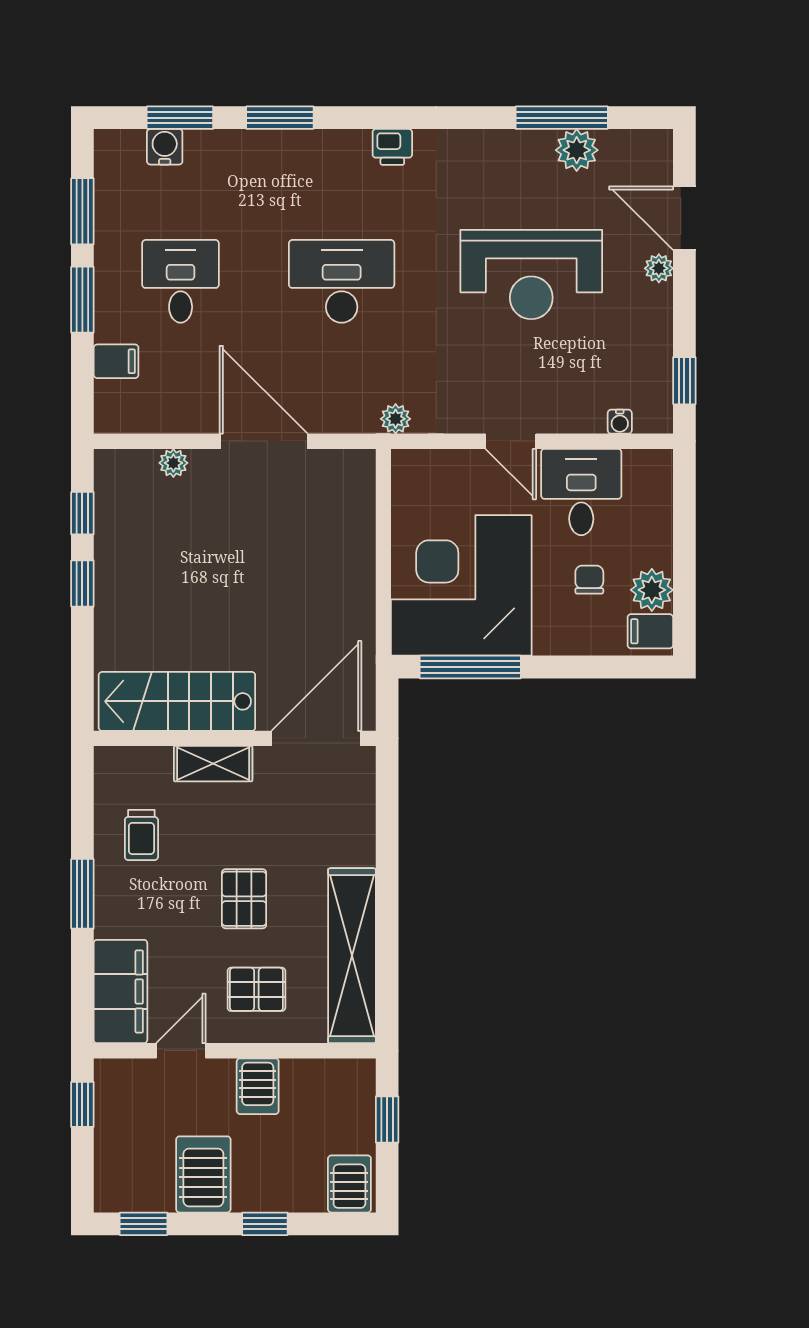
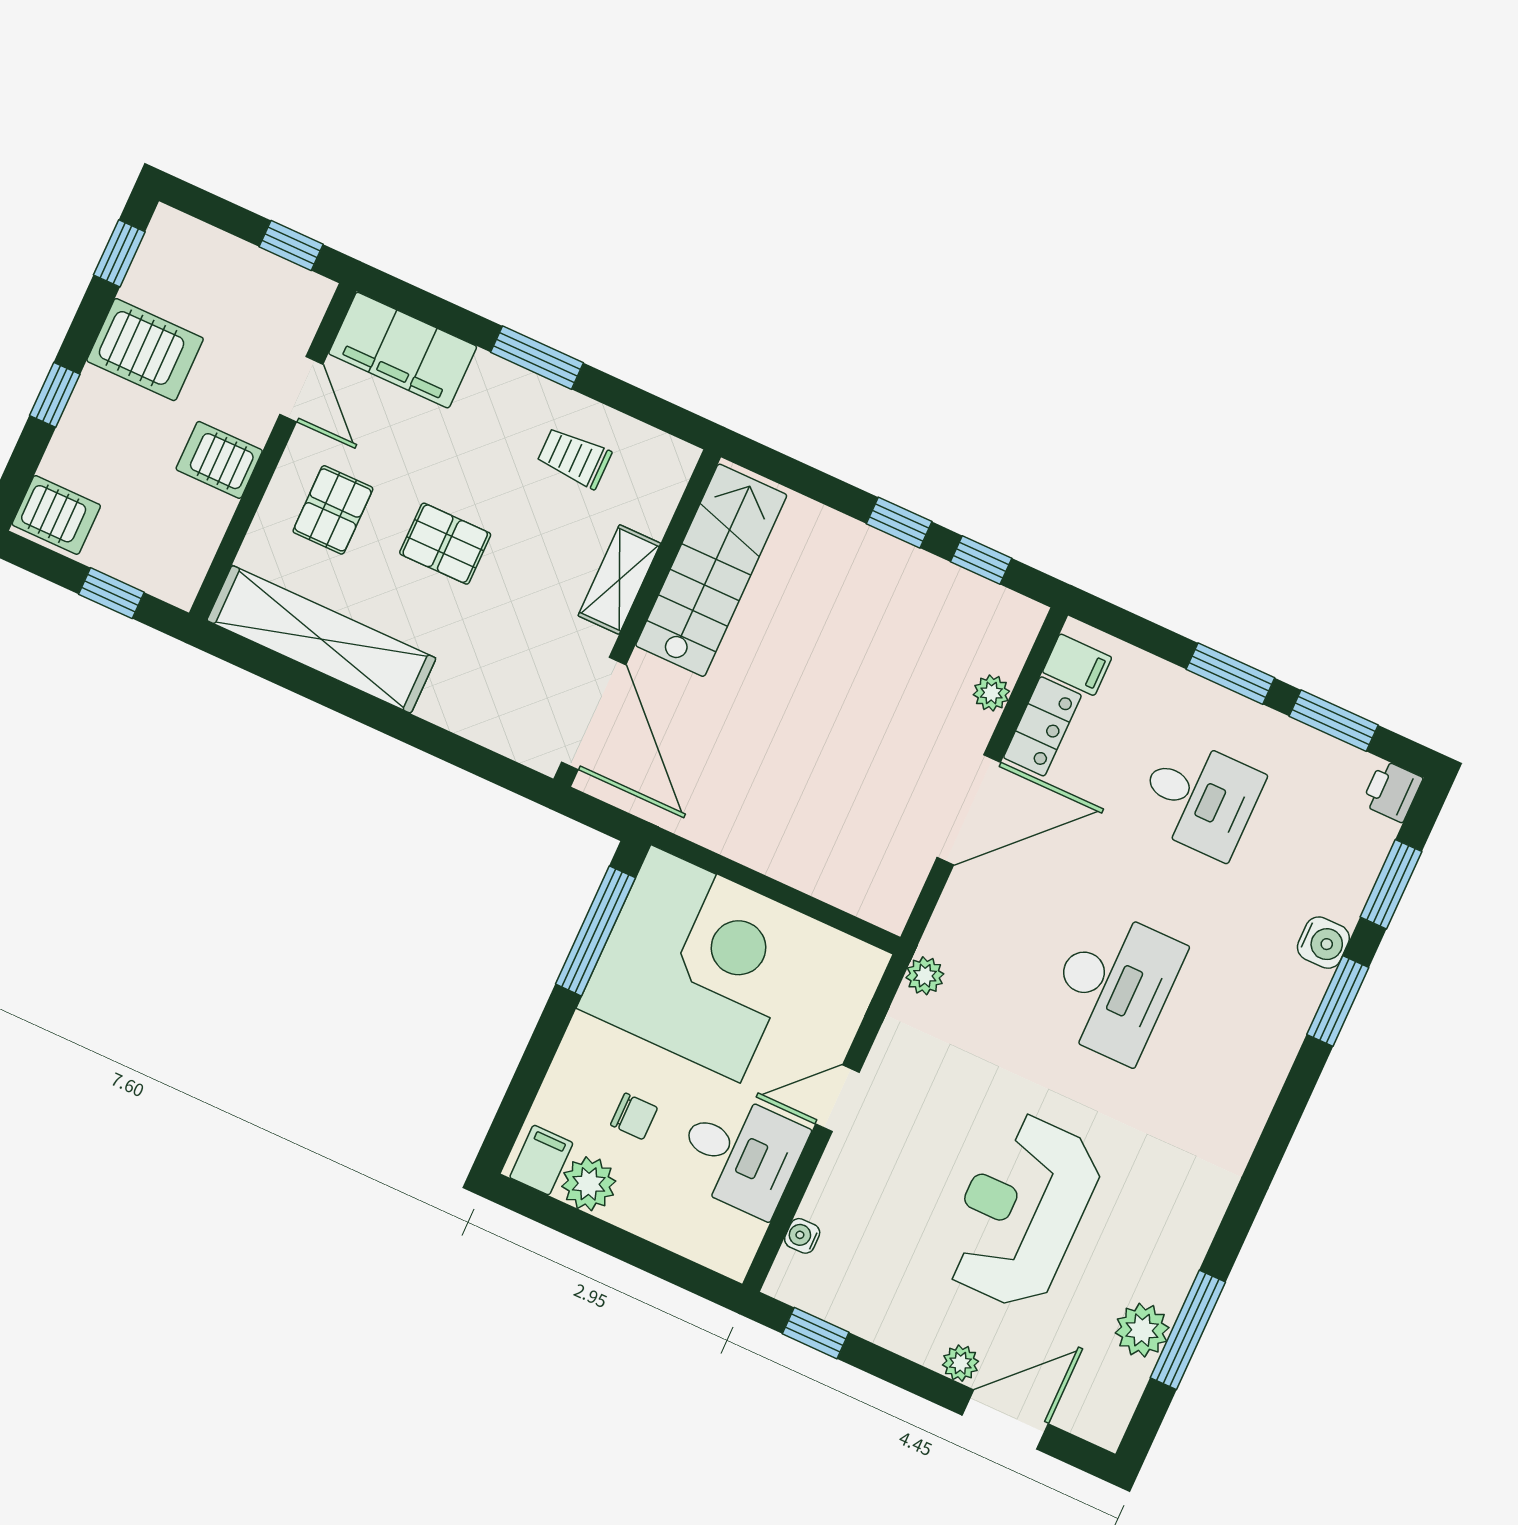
water cooler: (165, 147) -> (1323, 943), moved
printer: (392, 147) -> (1392, 791), moved
filing cabinet: (116, 361) -> (1077, 665), moved, turned -90
locker: (181, 416) -> (1042, 726), added

